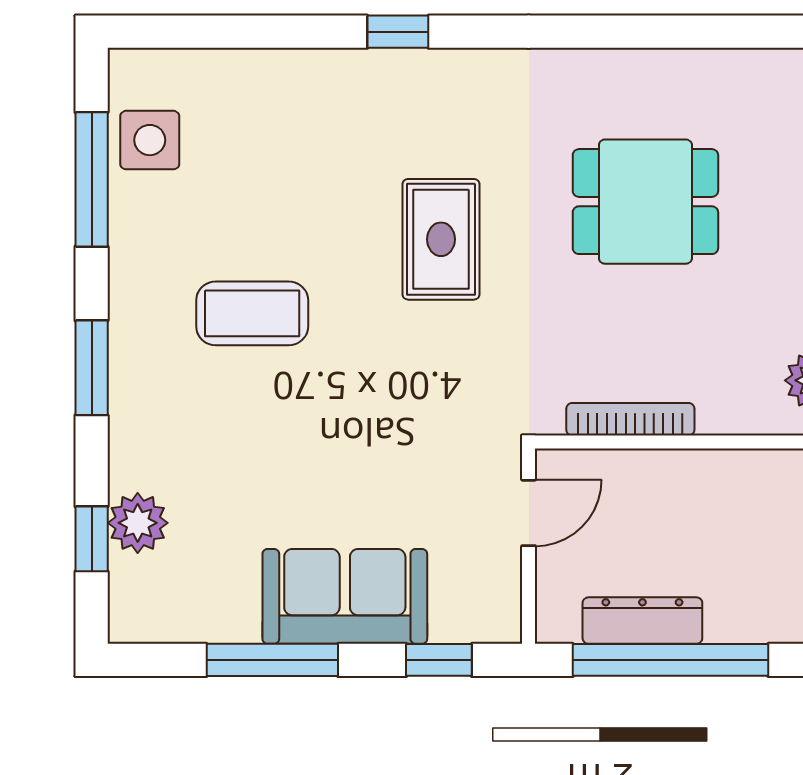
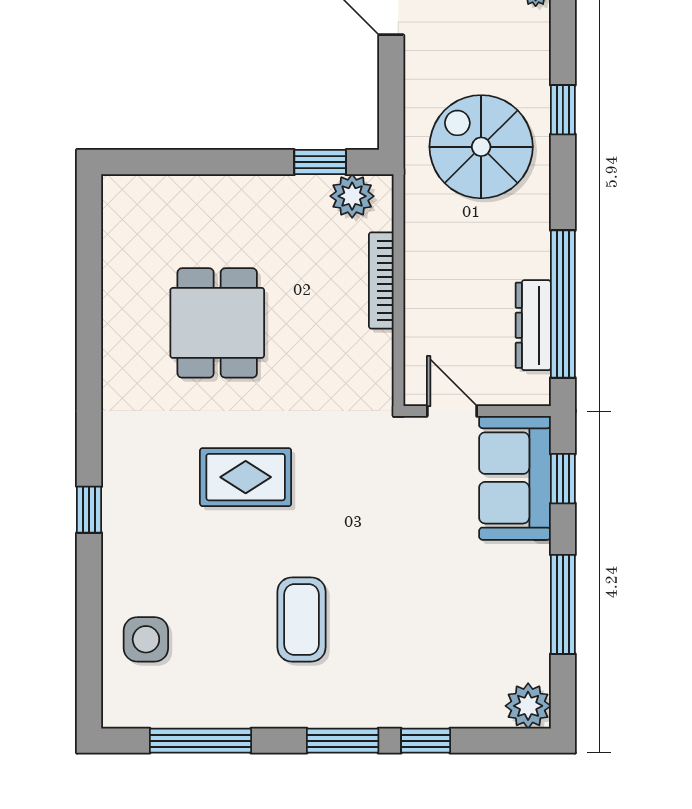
side table: (150, 140) -> (146, 639), moved
bookcase: (630, 419) -> (381, 280), moved
plant: (138, 523) -> (528, 706), moved
window: (92, 539) -> (426, 741), moved
sofa: (345, 596) -> (515, 478), moved

